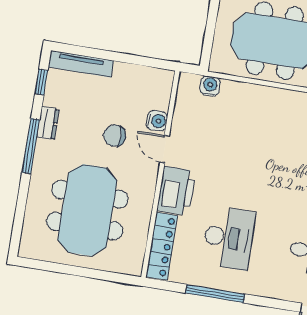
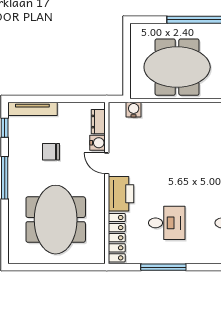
dresser: (48, 123) -> (98, 122), moved, turned 180
chair: (115, 136) -> (51, 152), moved
desk: (229, 238) -> (167, 223), width x0.73

